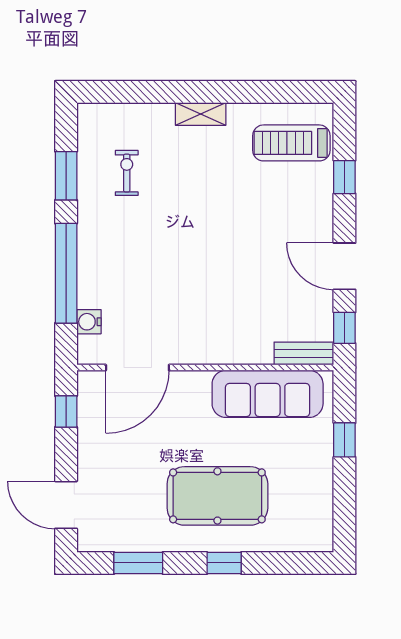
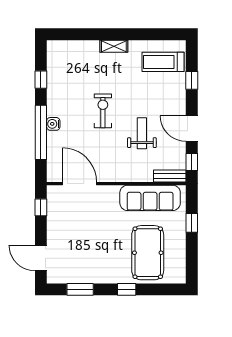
exercise bike: (127, 173) -> (103, 111), moved, width x1.38, depth x1.39
window: (66, 176) -> (41, 80), width x0.67
weight bench: (253, 275) -> (142, 133), added
water cooler: (89, 322) -> (53, 124), moved
door: (137, 368) -> (80, 184), swing flipped
pool table: (217, 496) -> (148, 253), moved, turned 90

